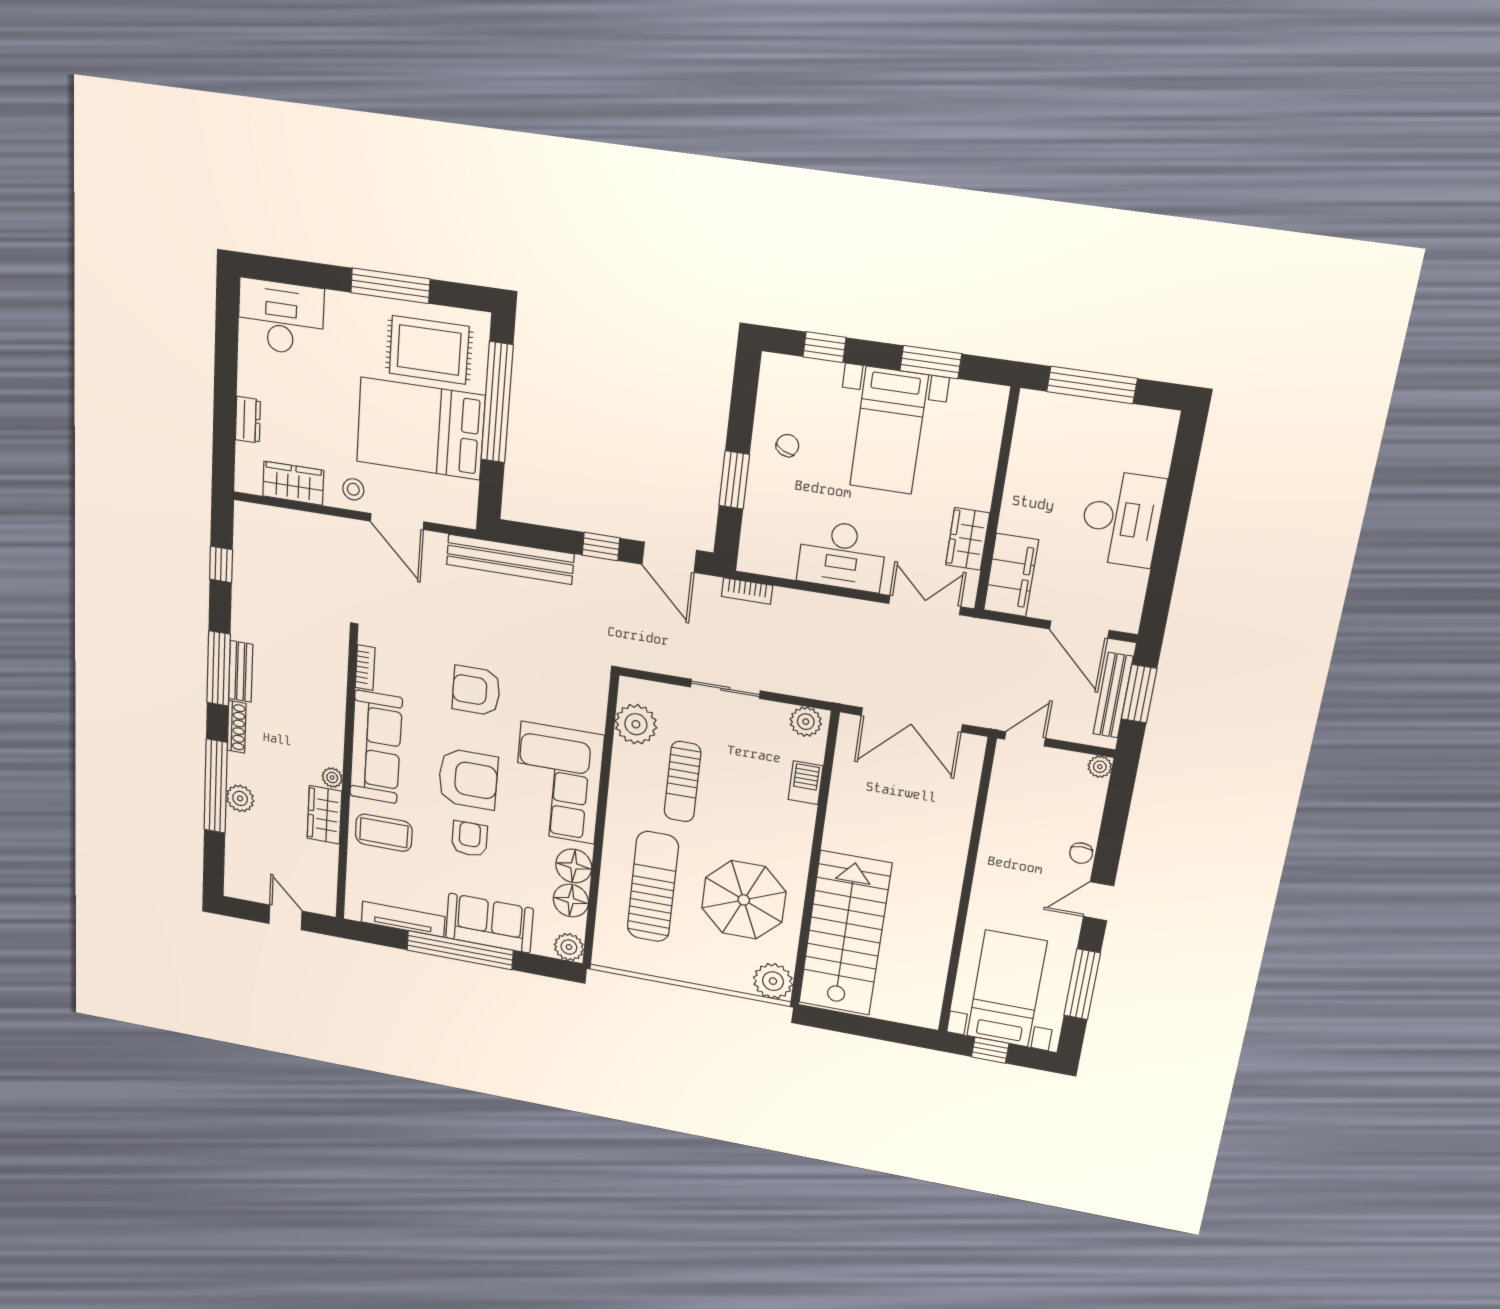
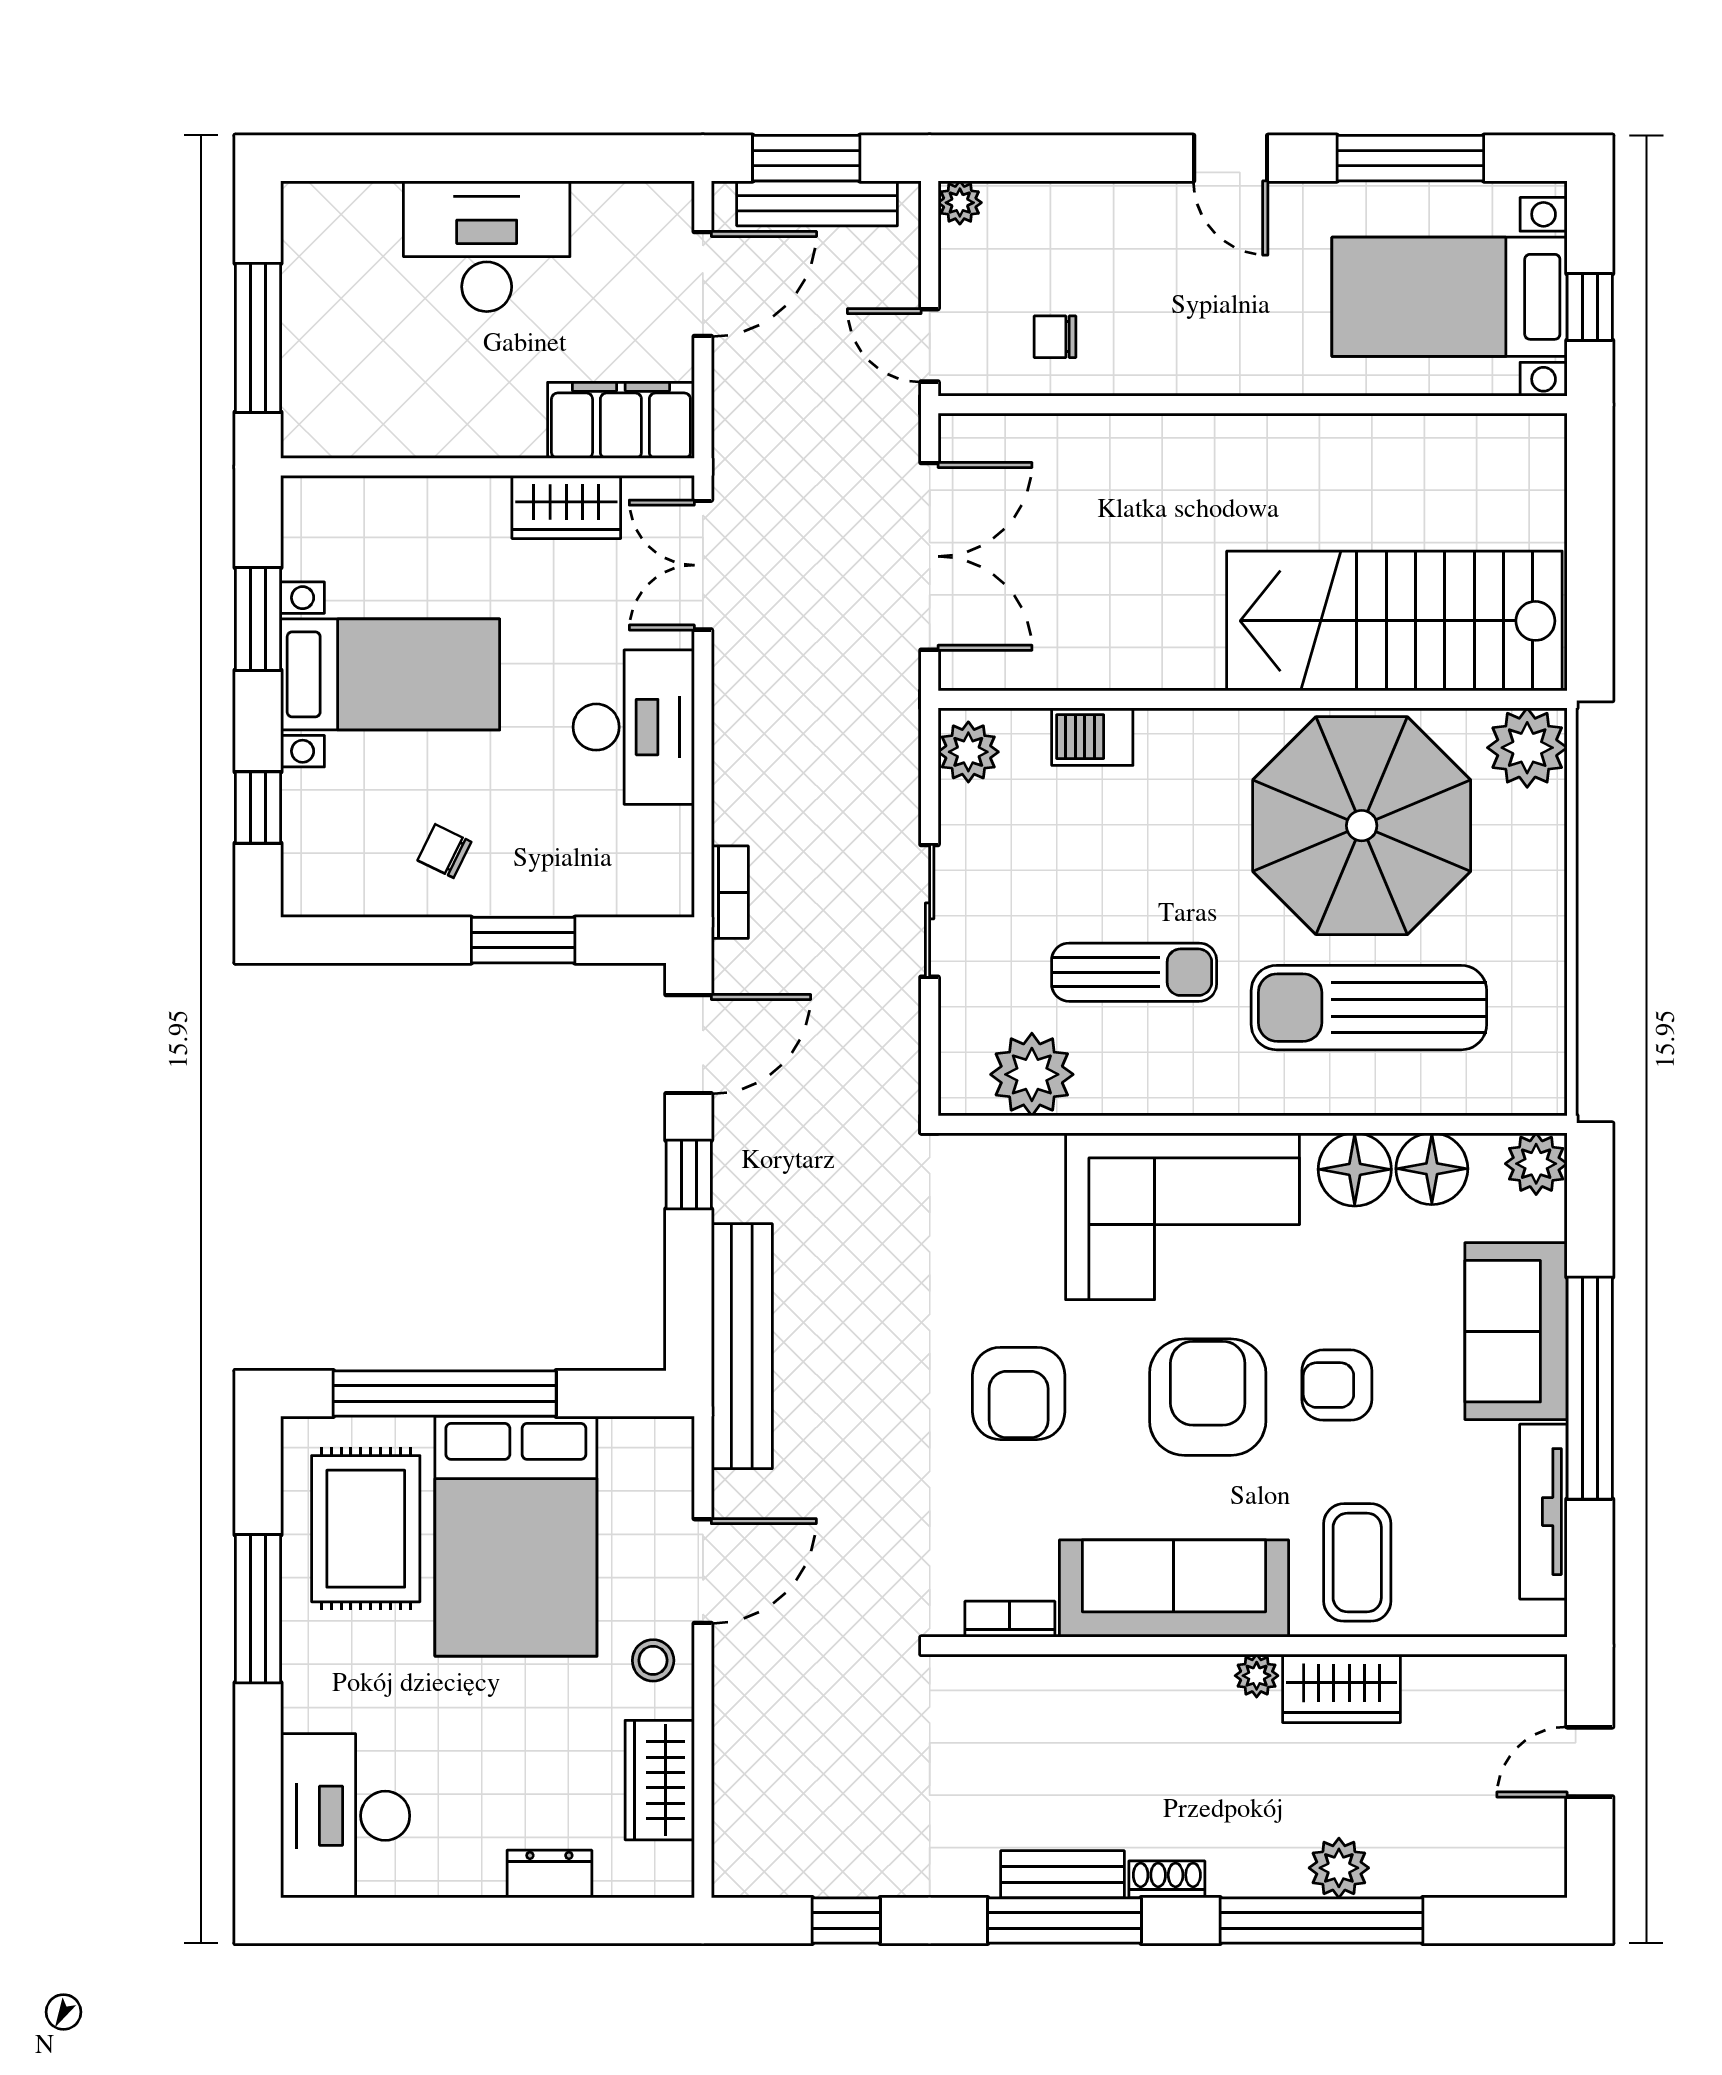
shoe rack: (237, 727) -> (1167, 1879), width x0.70
chair: (1081, 853) -> (1055, 337), moved, turned 180
parasol: (744, 900) -> (1362, 826), width x1.36, depth x1.36

